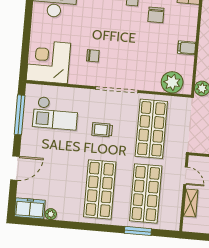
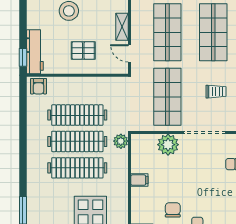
plant: (172, 82) -> (168, 145), moved

